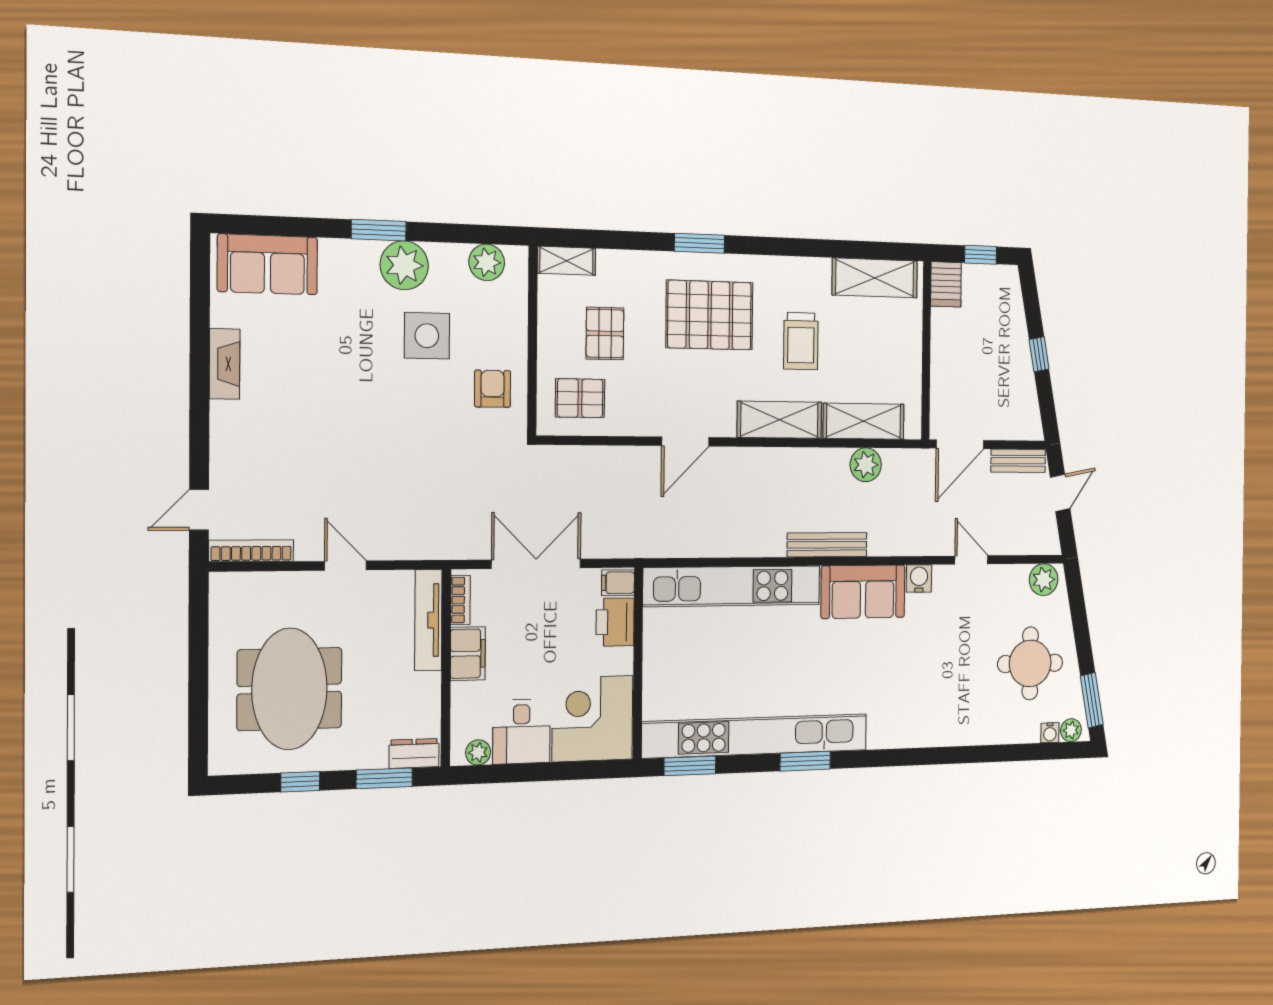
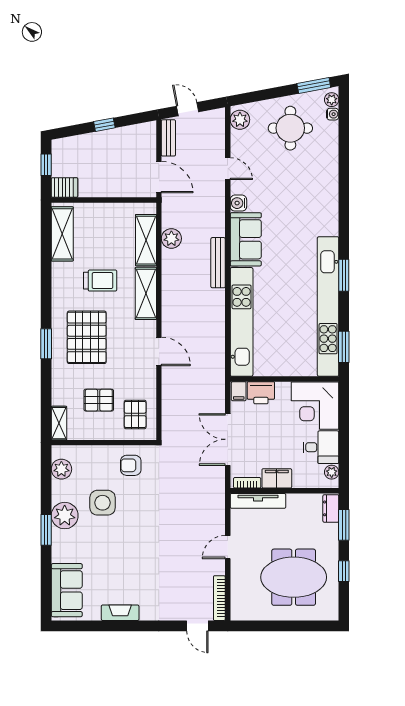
door: (971, 560) -> (228, 169), swing flipped

